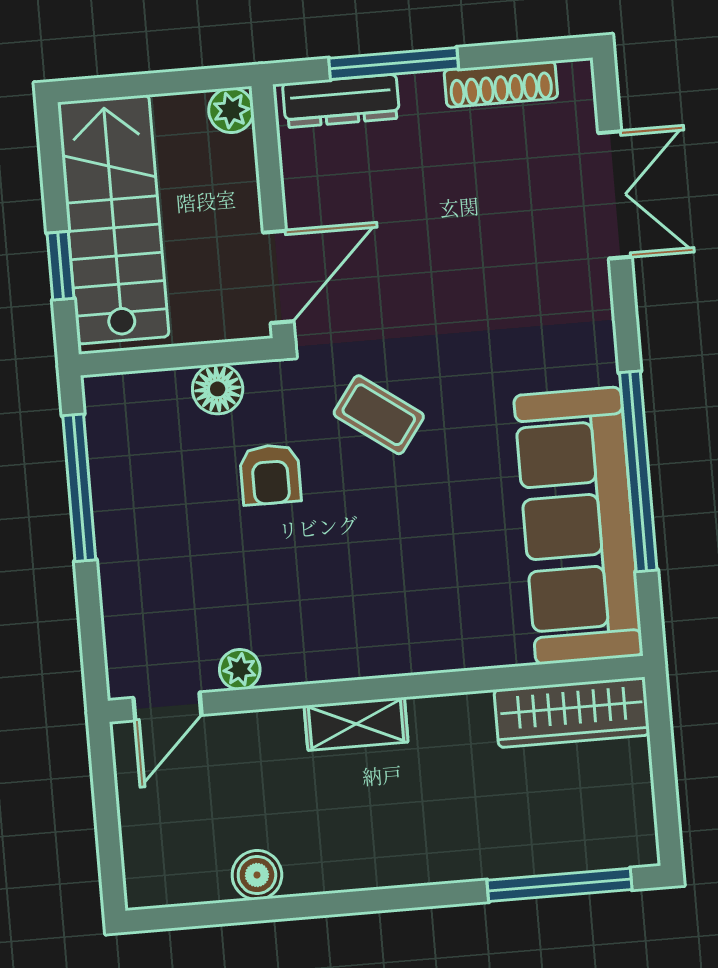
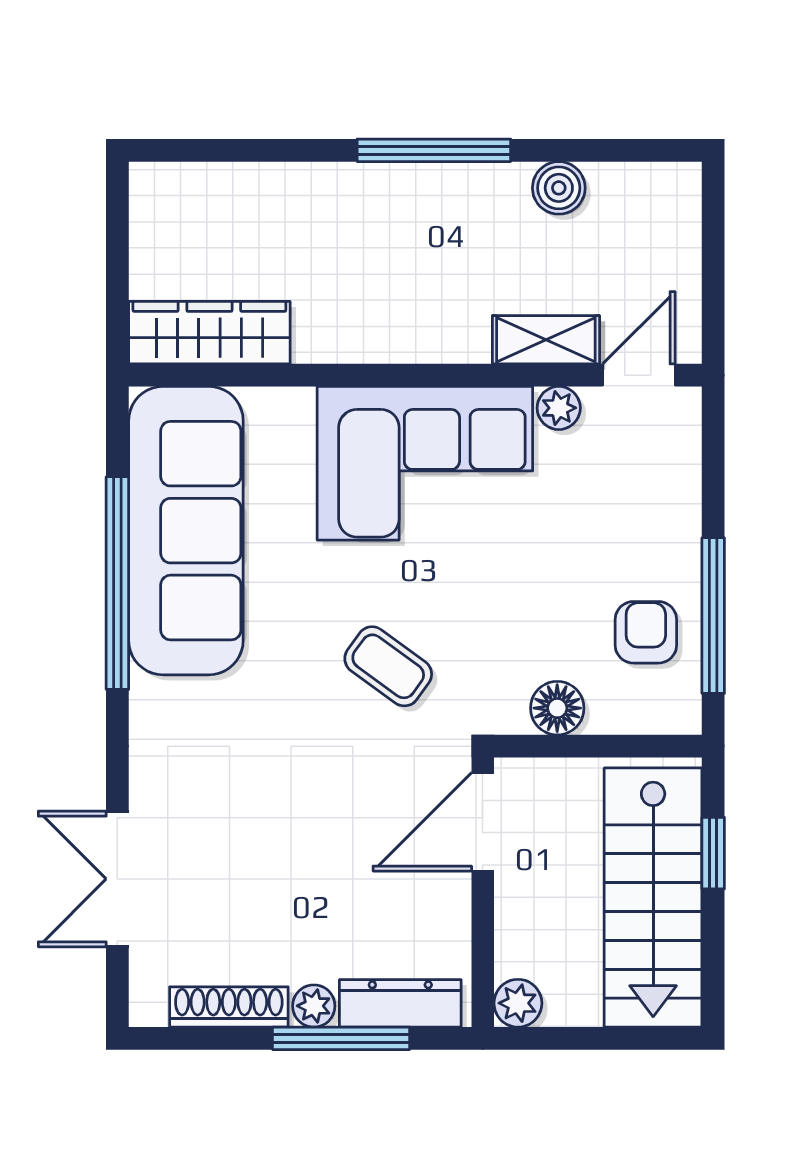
plant: (422, 92) -> (314, 1006), added
armchair: (270, 475) -> (646, 632), moved
corner sofa: (360, 607) -> (425, 463), added
shelving: (356, 724) -> (546, 340), moved
window: (560, 885) -> (434, 150), moved

